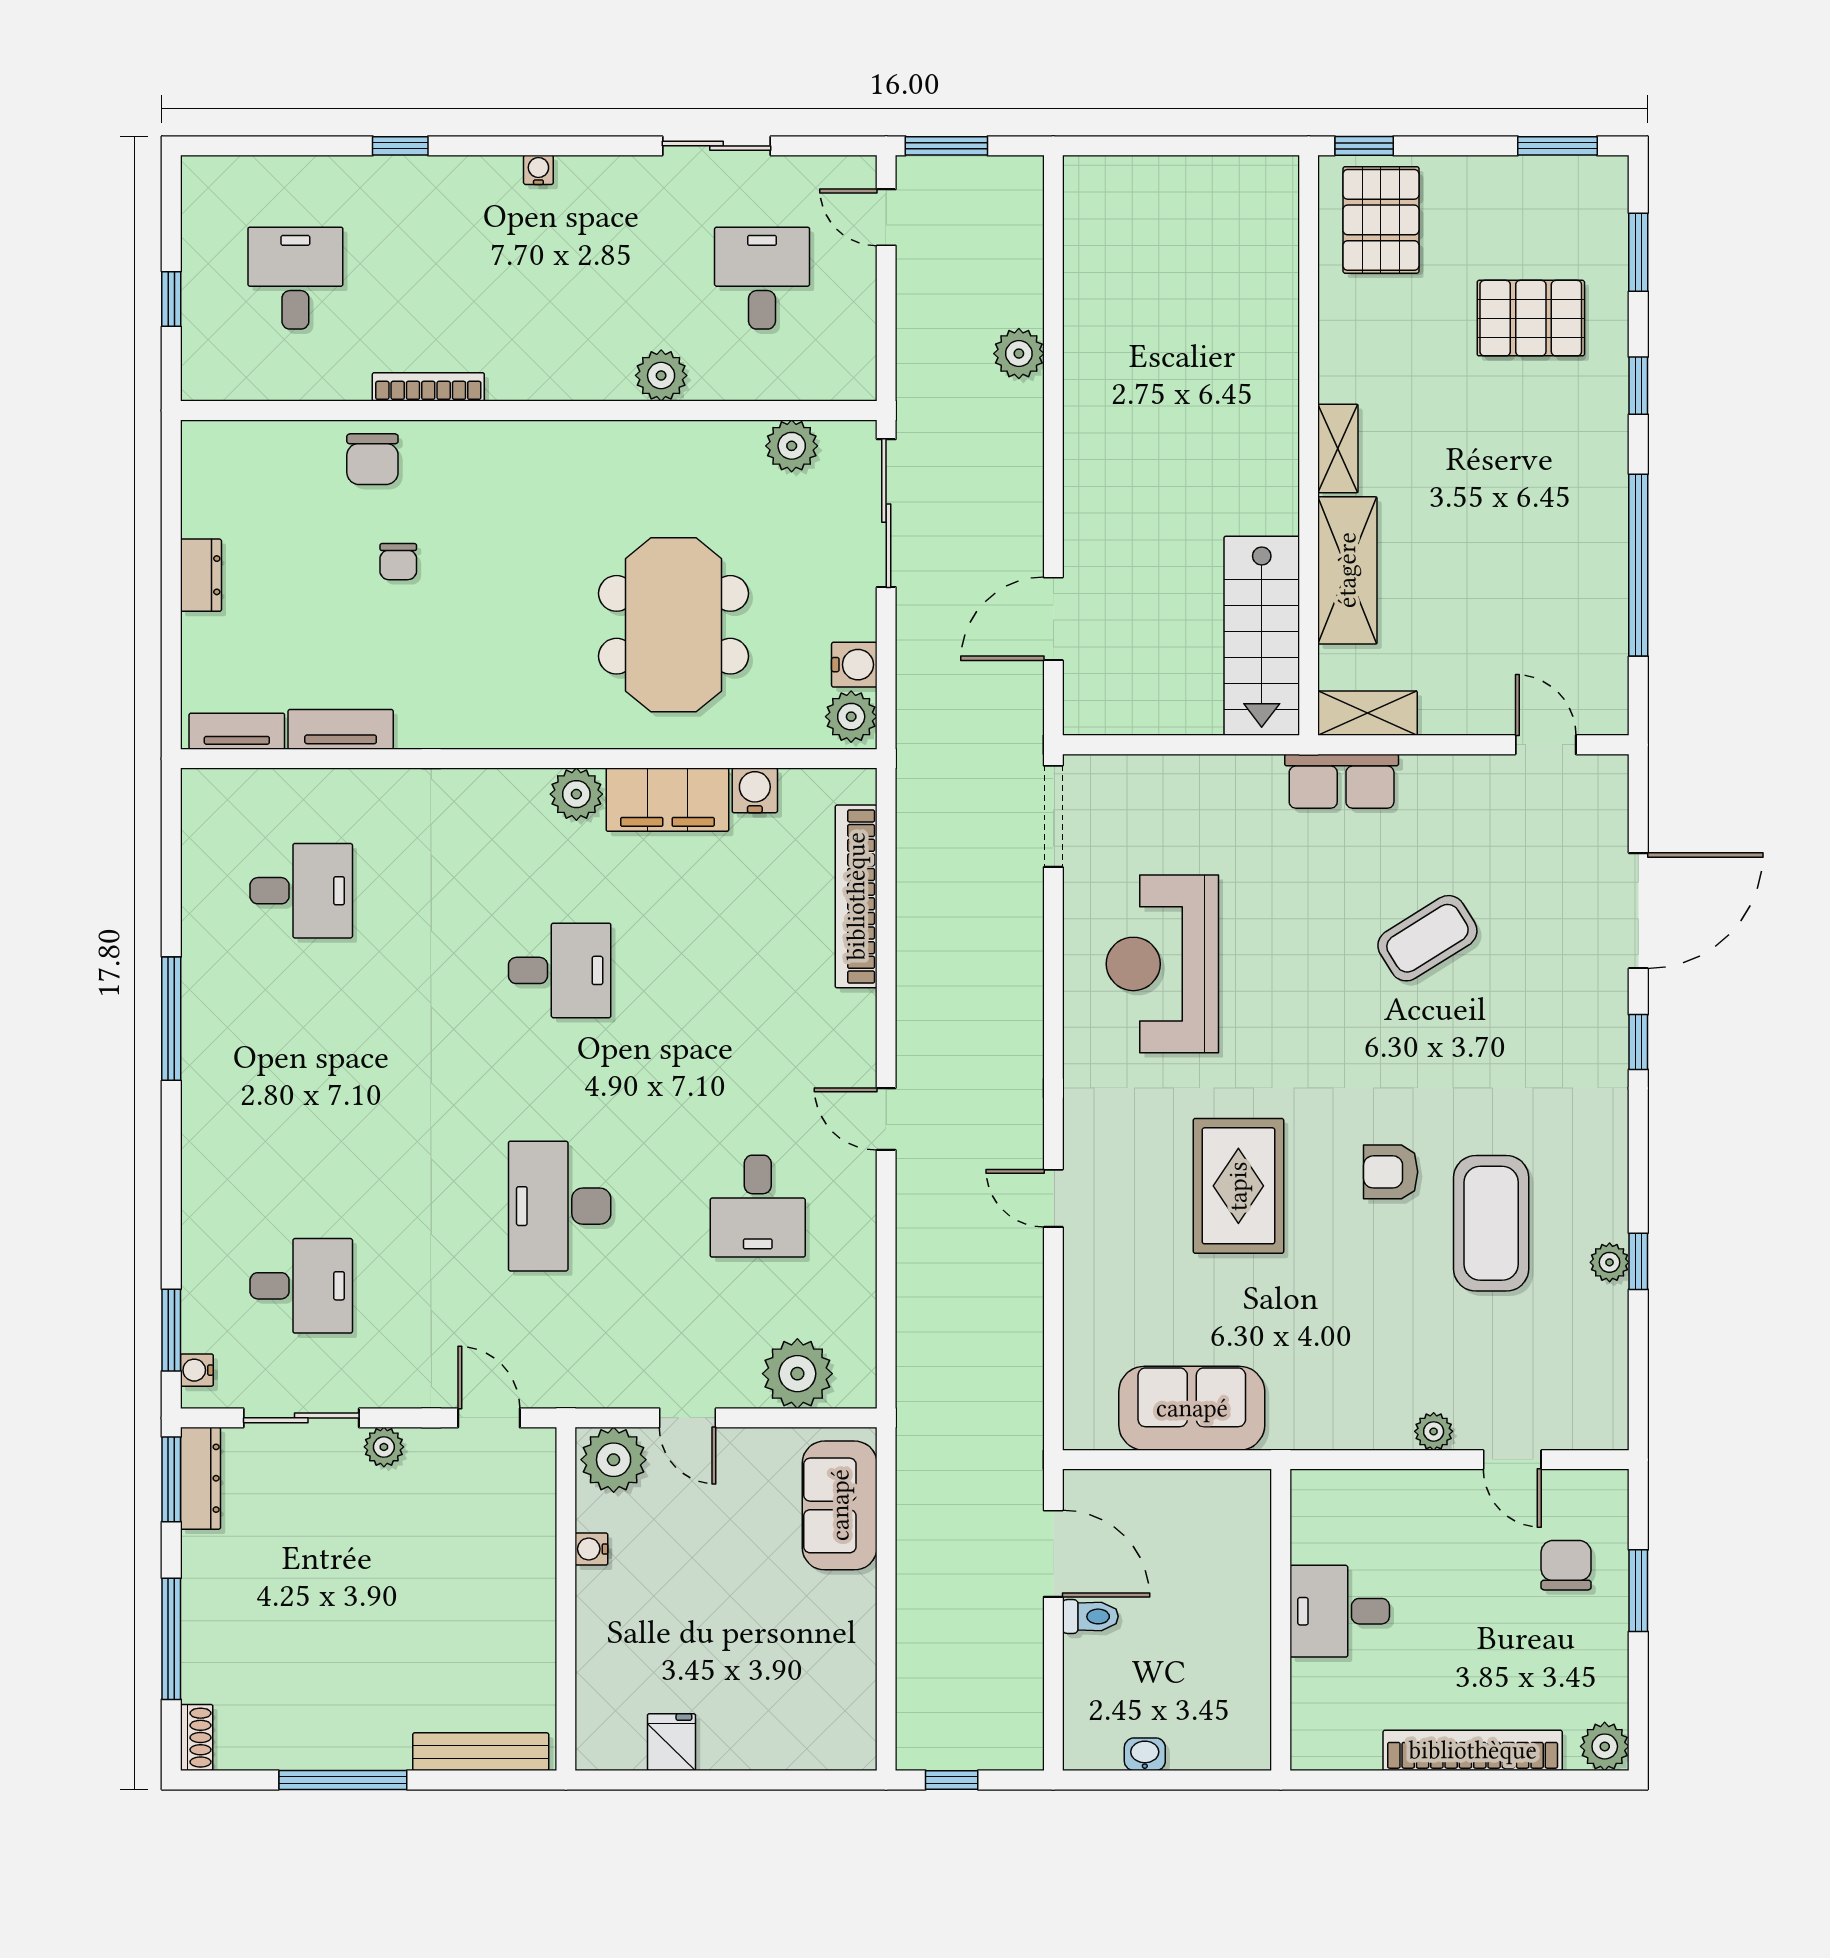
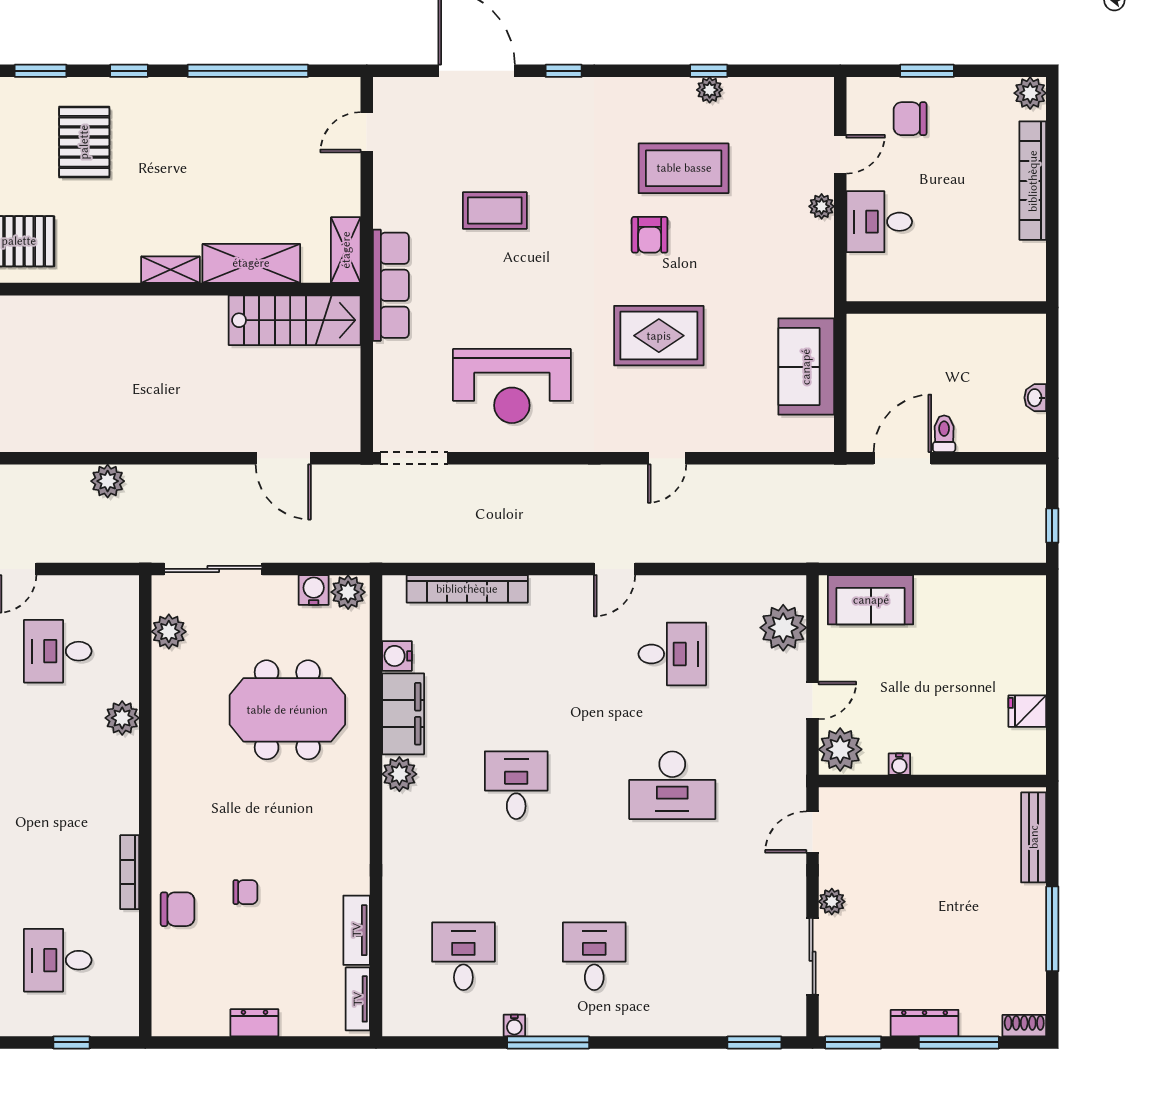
row of seats: (1342, 781) -> (391, 285), width x1.48
coffee table: (1427, 938) -> (495, 210), turned -58
desk: (301, 1286) -> (594, 956), moved
water cooler: (197, 1370) -> (514, 1025), moved
dresser: (201, 1478) -> (925, 1023), moved
desk: (1340, 1611) -> (879, 222), moved, turned 90

